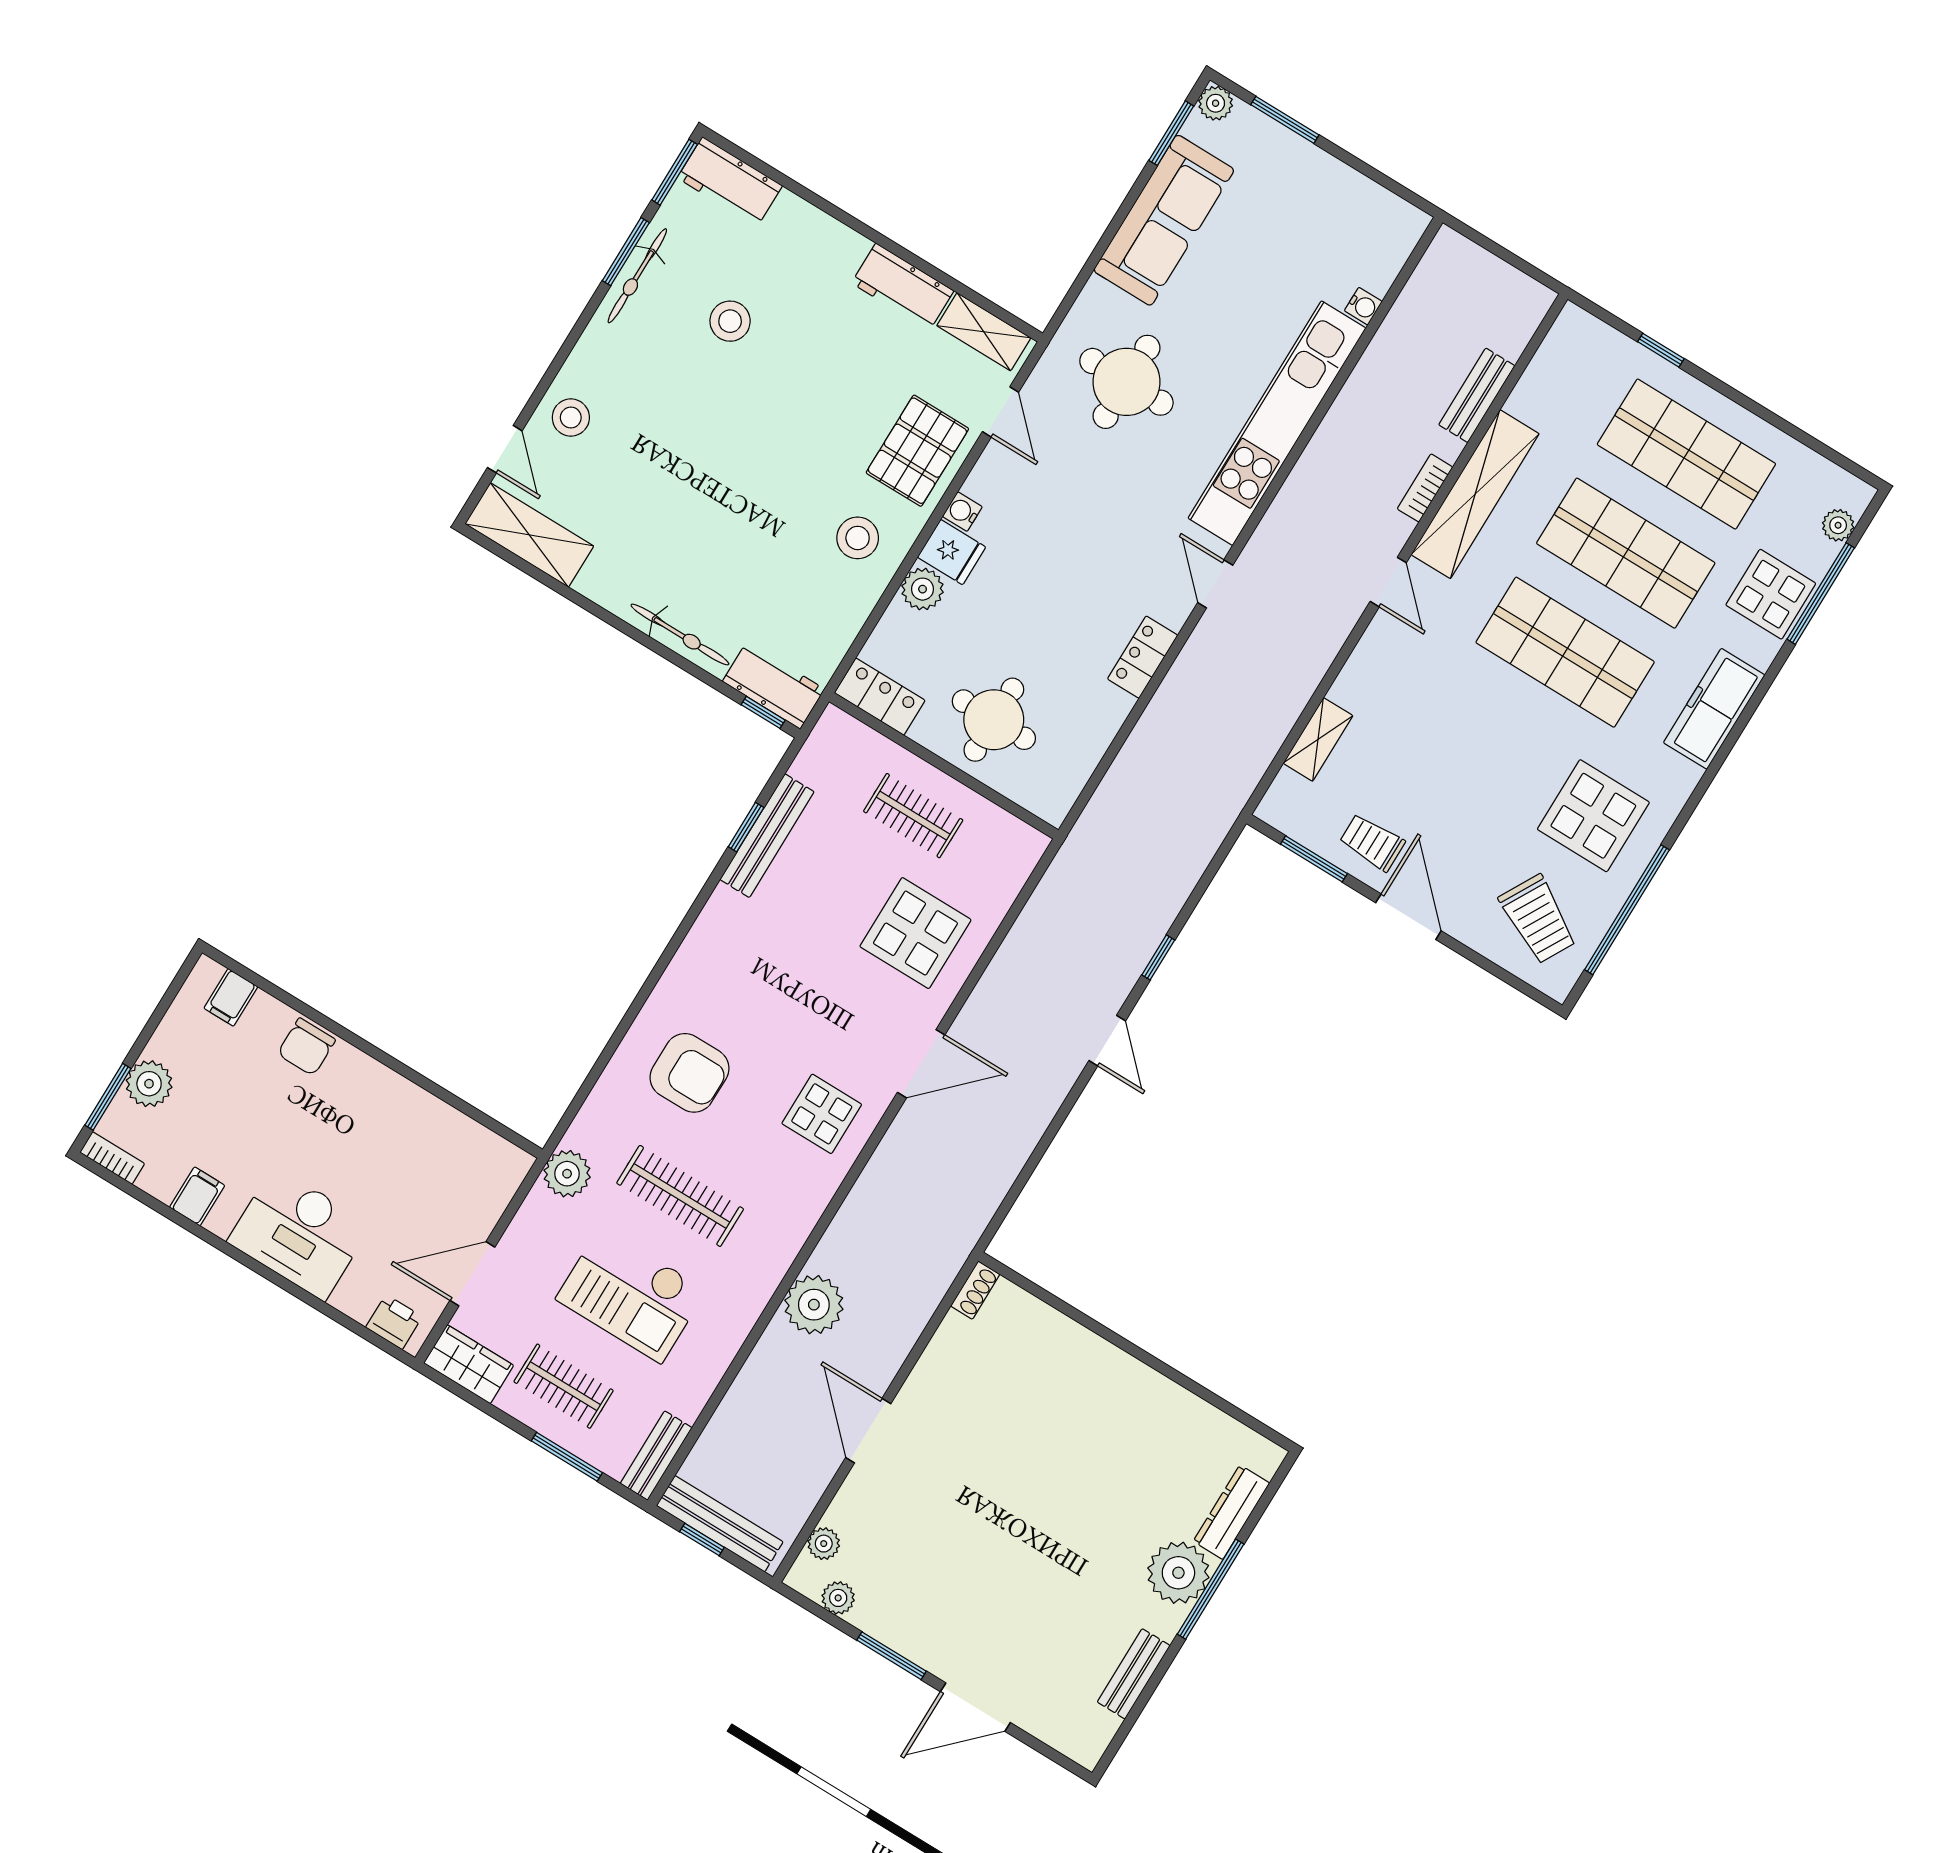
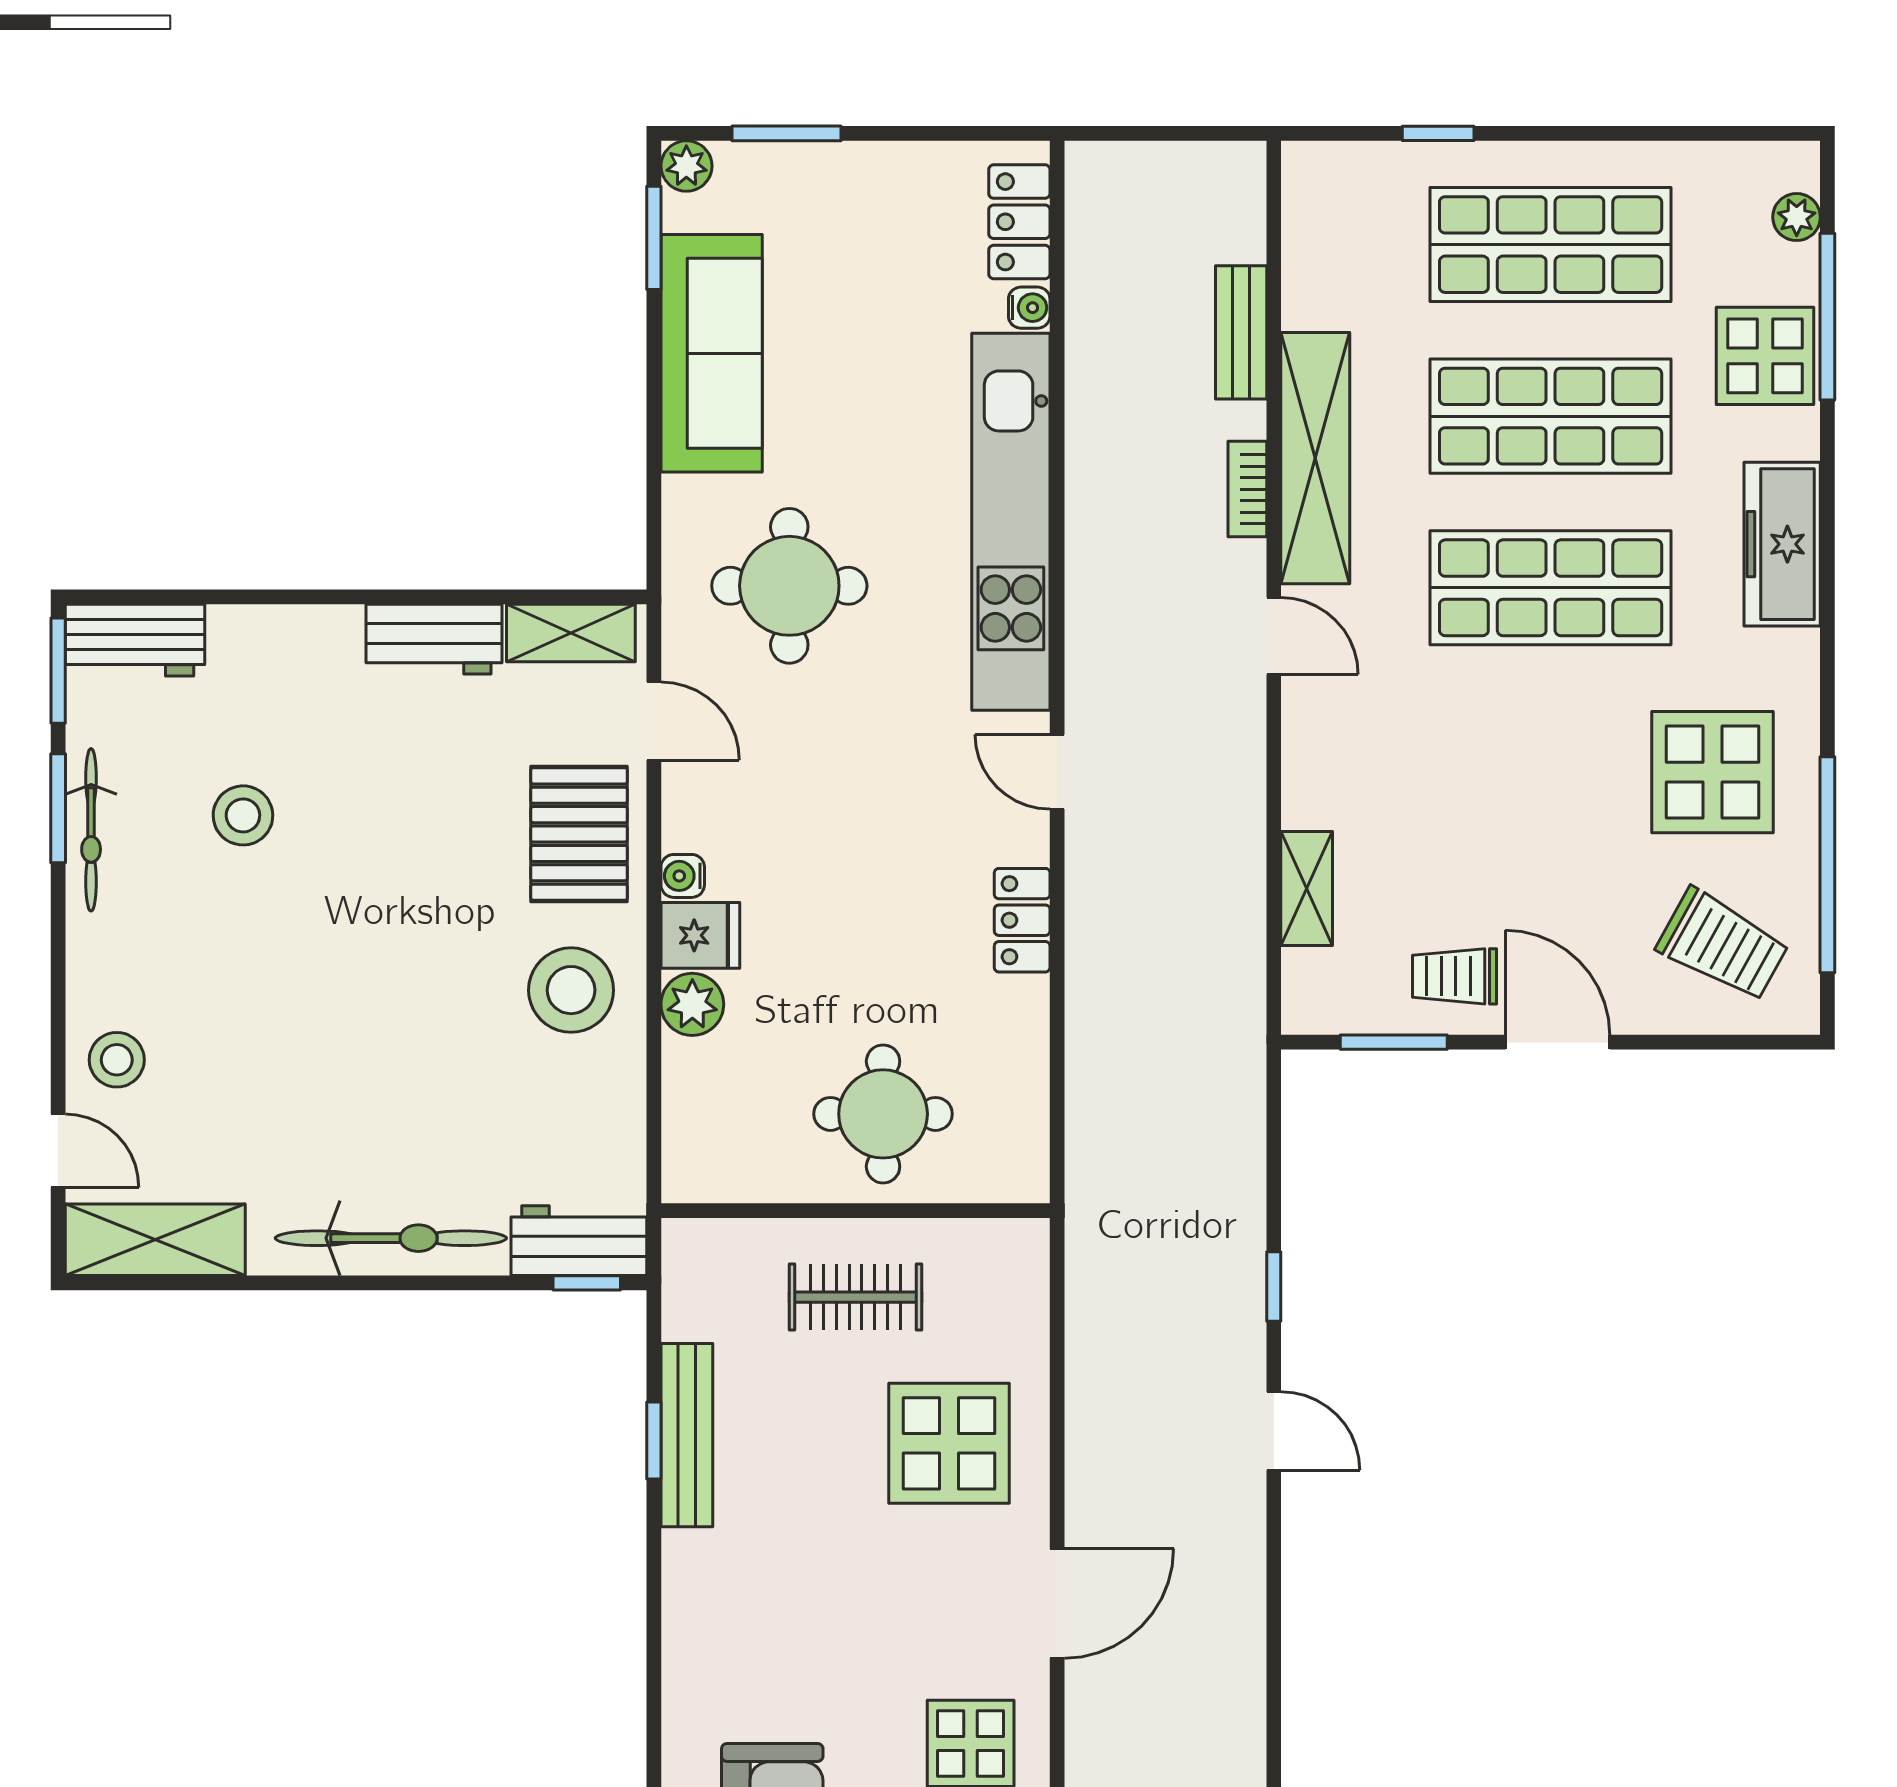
stool: (858, 538) -> (571, 990), width x1.38, depth x1.38
bicycle: (680, 634) -> (391, 1238), width x1.37, depth x1.40
locker: (880, 697) -> (1019, 222), moved, turned -90

